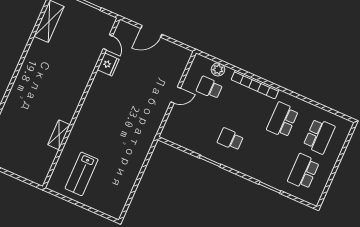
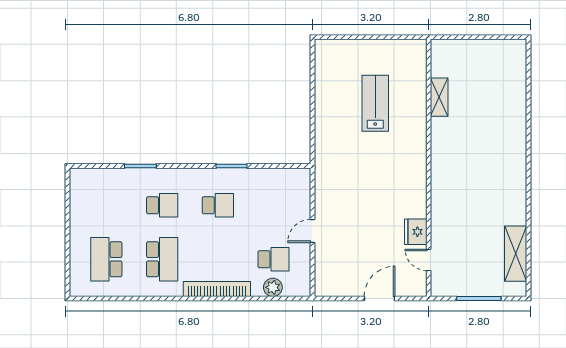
shelving: (59, 135) -> (439, 97), moved
school desk: (303, 172) -> (162, 205), moved, width x0.54
lab bench: (82, 174) -> (375, 103), moved

